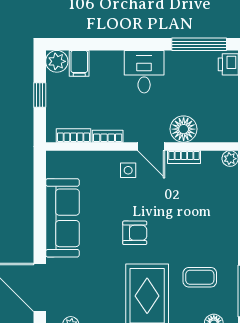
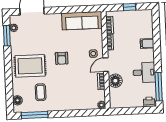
plant: (57, 61) -> (147, 15), removed
filing cabinet: (79, 63) -> (147, 43), moved
desk: (144, 72) -> (144, 72), moved
sofa: (62, 218) -> (82, 21), moved

